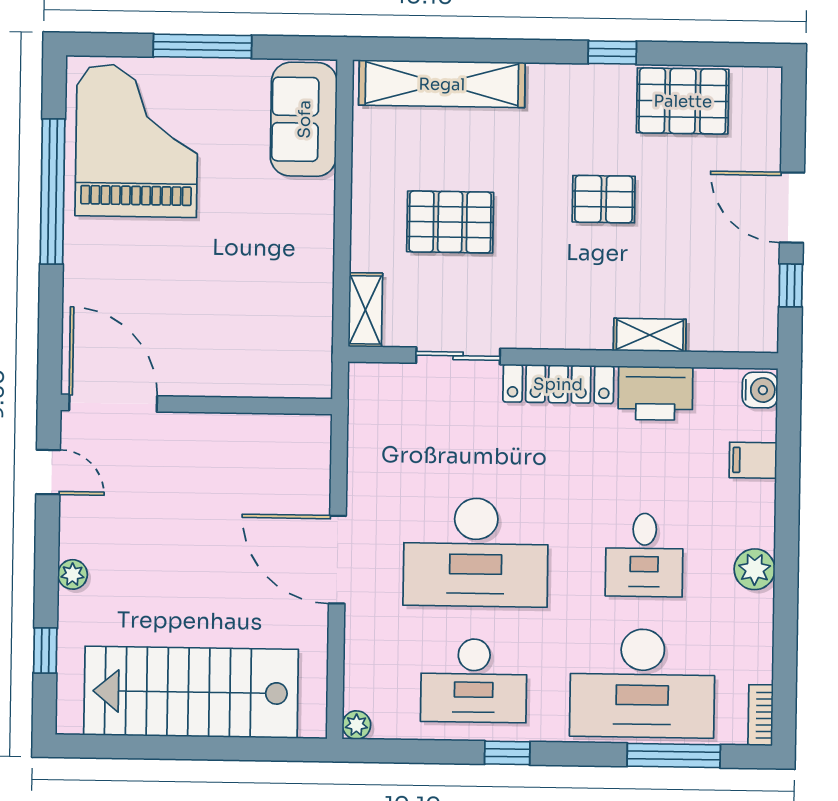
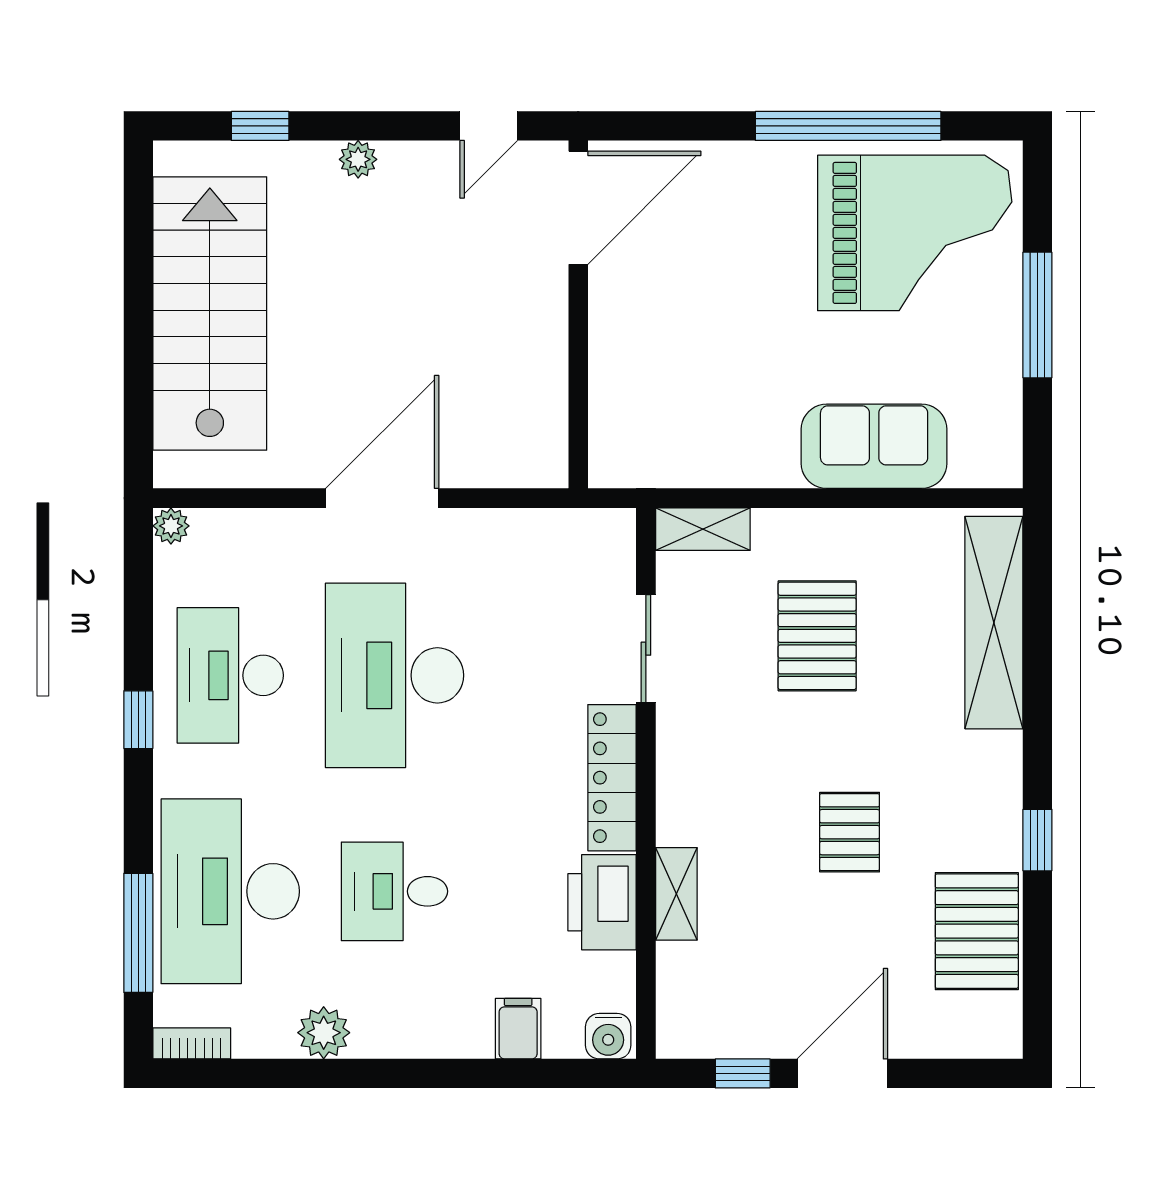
sofa: (304, 119) -> (874, 446), moved
plant: (755, 569) -> (324, 1033), moved

